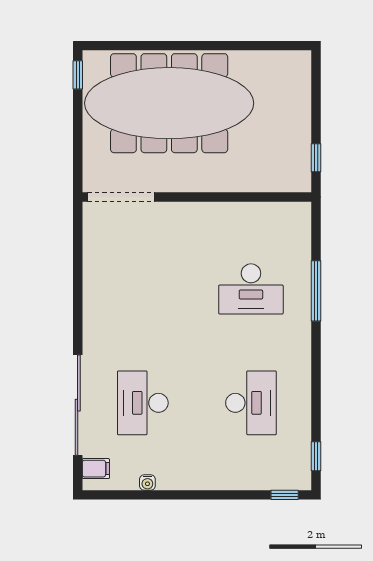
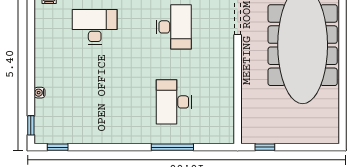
desk: (251, 403) -> (174, 27), moved, turned -90
water cooler: (147, 483) -> (39, 93), moved

